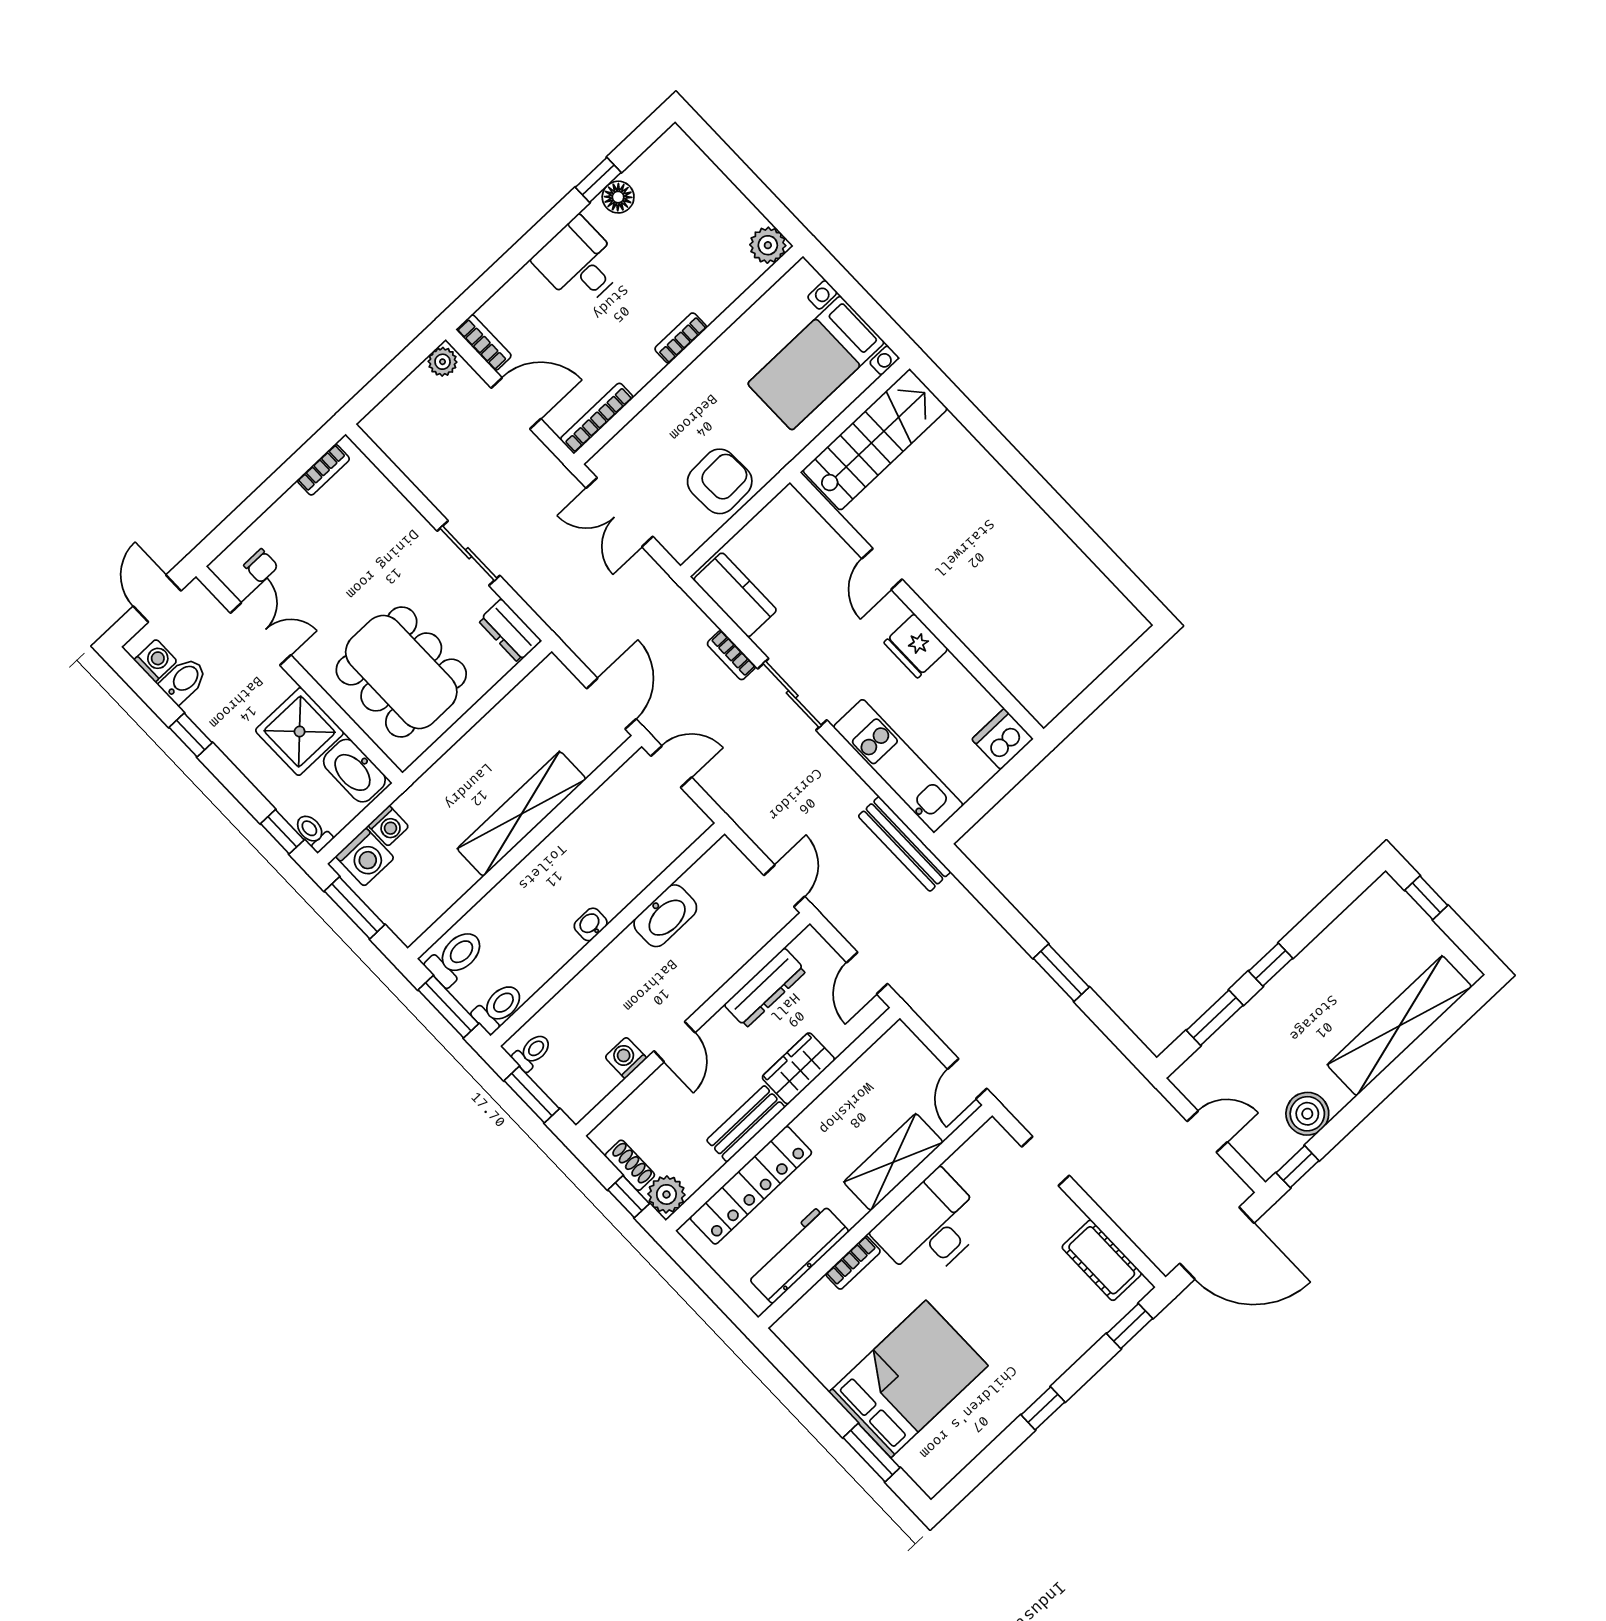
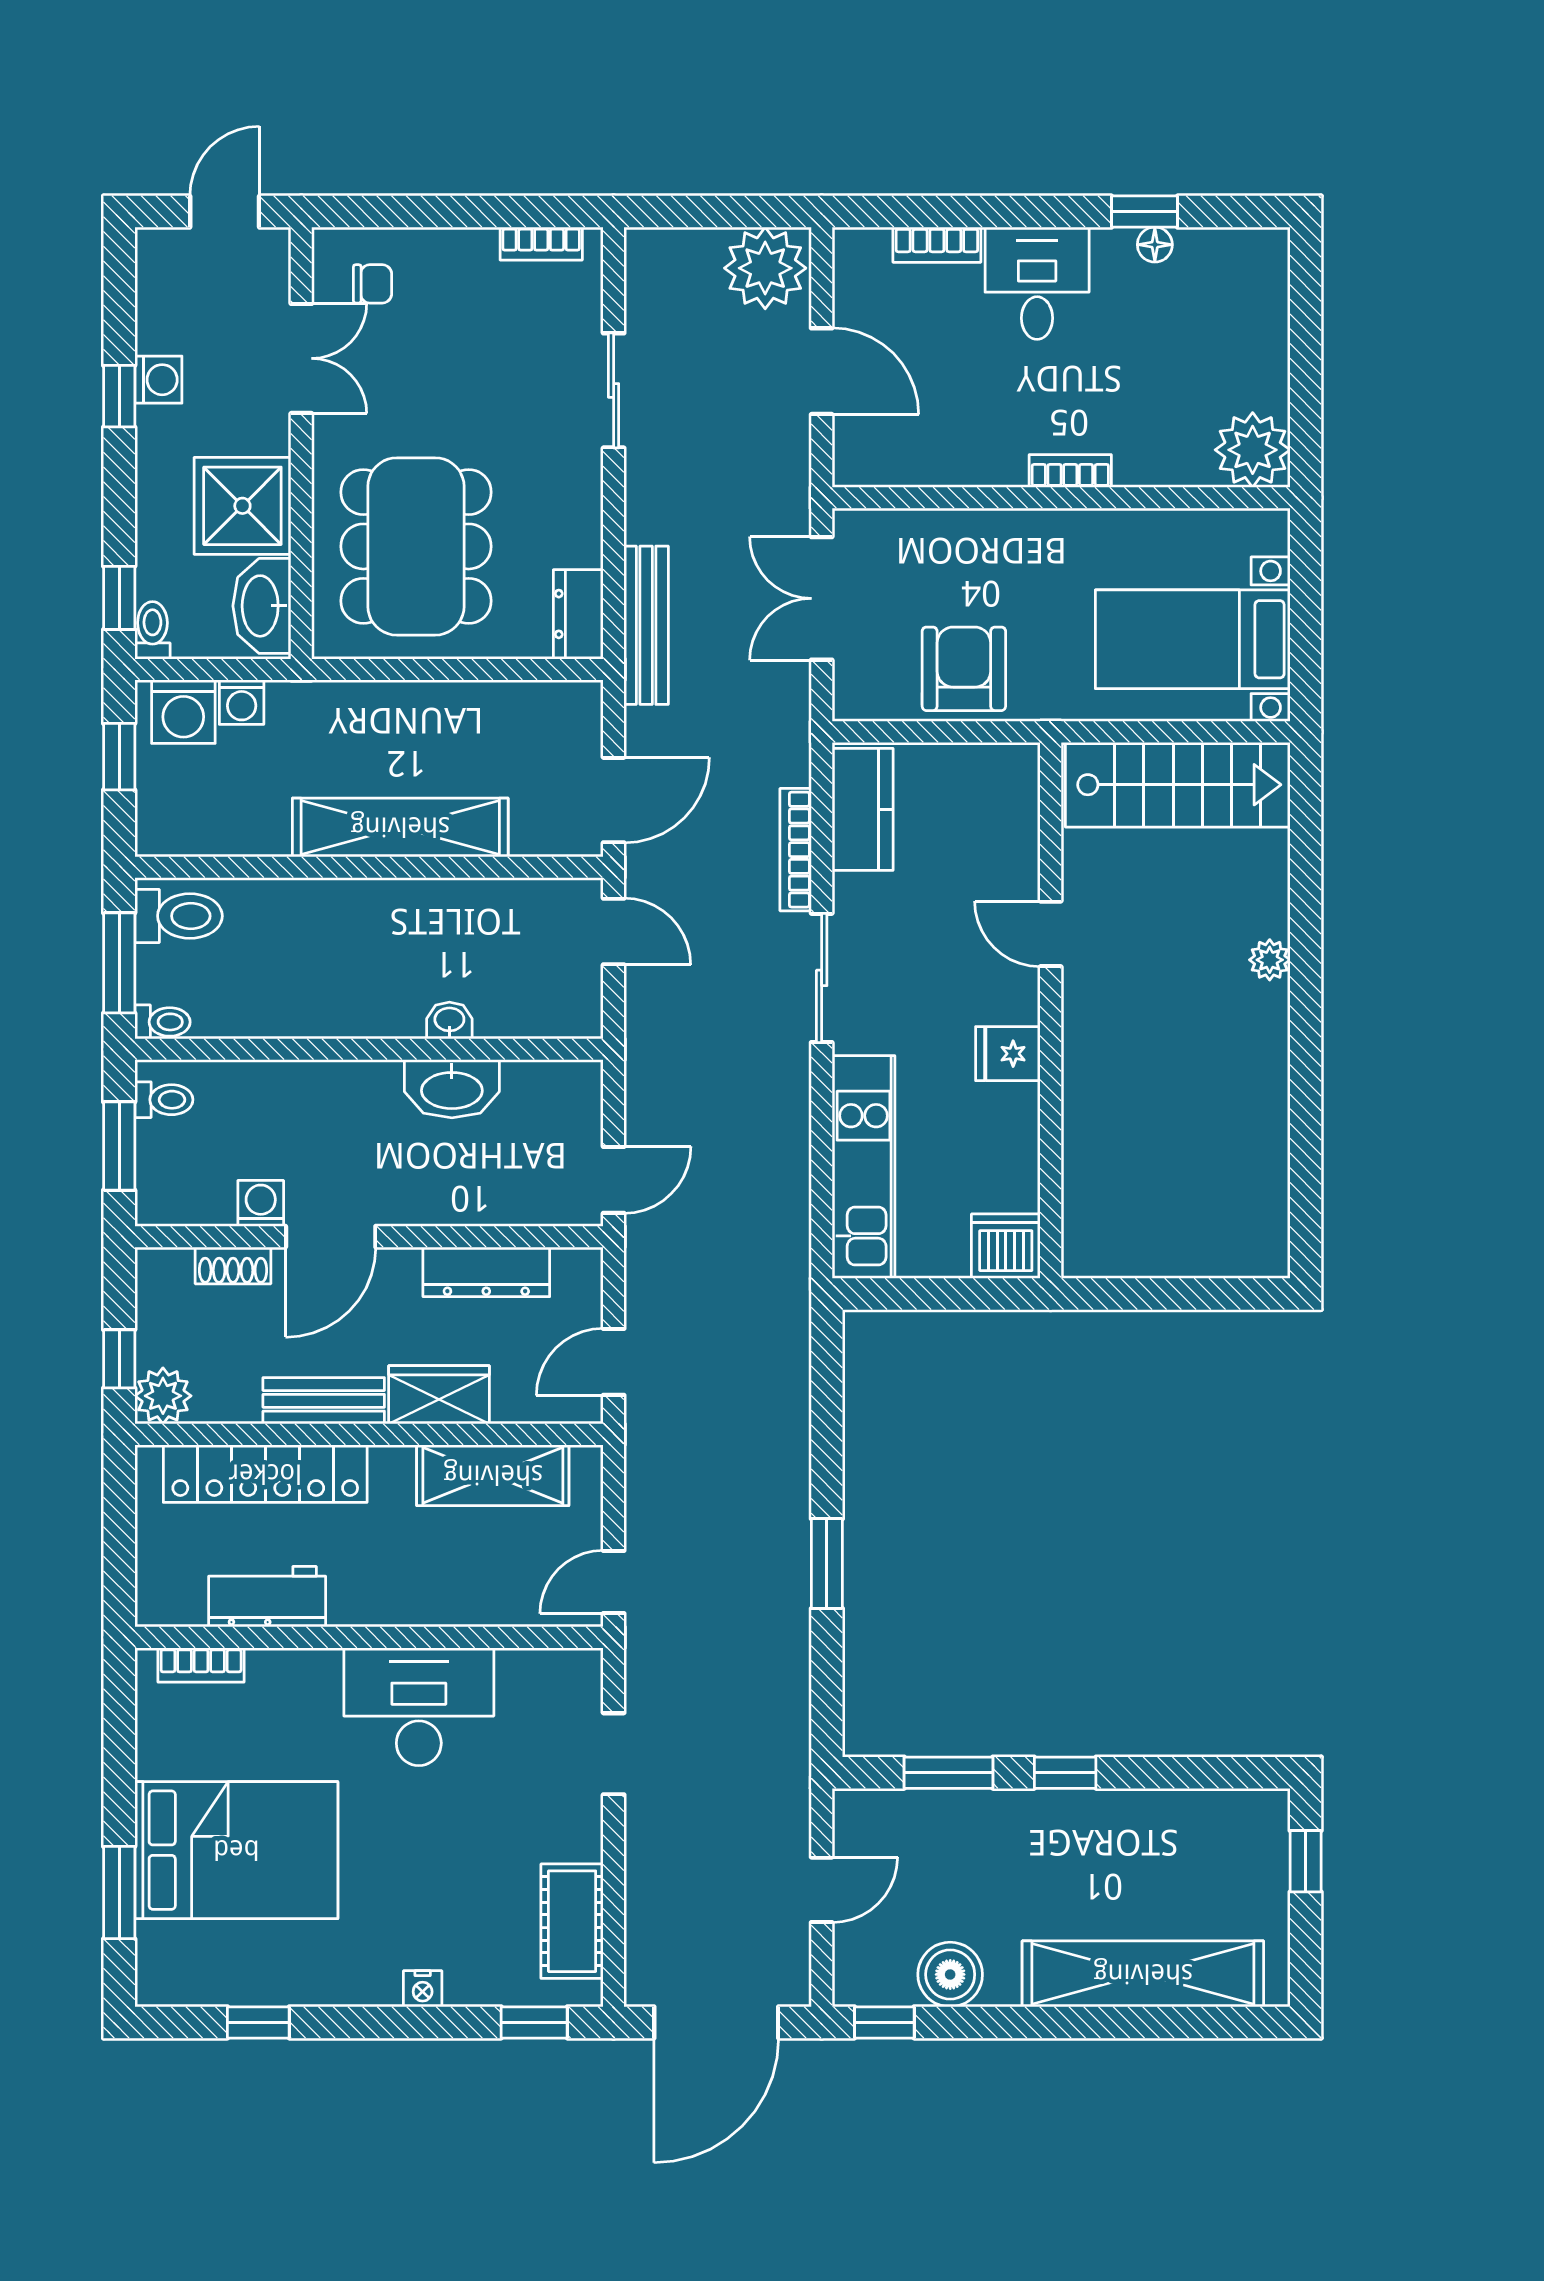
floor lamp: (618, 197) -> (1155, 245), width x0.73, depth x0.73
plant: (768, 245) -> (1253, 450), width x1.36, depth x1.36
bookcase: (484, 343) -> (937, 245), moved, turned 90
plant: (443, 362) -> (765, 268), width x1.87, depth x1.87
bookcase: (597, 418) -> (895, 471), removed
armchair: (720, 481) -> (964, 669), turned -88
plant: (999, 482) -> (1270, 960), added
sliding door: (469, 553) -> (614, 390), moved
chair: (261, 566) -> (373, 284), turned -90
door: (882, 569) -> (1051, 934), hinge flipped
fridge: (916, 646) -> (1008, 1054), width x0.72
bookcase: (731, 655) -> (796, 850), width x1.56
washing machine: (156, 661) -> (158, 380), moved
bidet: (183, 680) -> (168, 329), removed
bench: (904, 844) -> (646, 625), moved
window: (355, 908) -> (119, 757), width x0.67
washbasin: (591, 924) -> (449, 1020), moved
toilet: (498, 1008) -> (162, 1022), width x0.73, depth x0.72
door: (674, 1042) -> (331, 1237), width x1.38
door: (1207, 1132) -> (822, 1890), hinge flipped
shelving: (893, 1162) -> (493, 1475), moved
shoe rack: (630, 1165) -> (233, 1265), moved, turned 90
door: (1217, 1243) -> (716, 2022), hinge flipped
workbench: (797, 1253) -> (267, 1597), width x0.73
bookcase: (853, 1263) -> (201, 1665), moved
nightstand: (1061, 1361) -> (423, 1989), added
window: (1043, 1408) -> (258, 2022), moved

